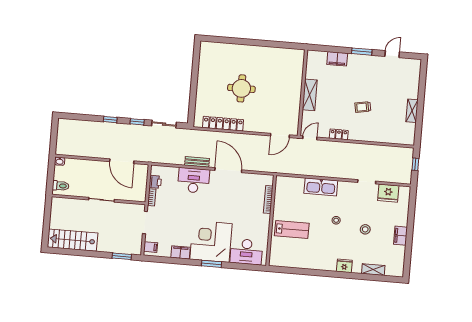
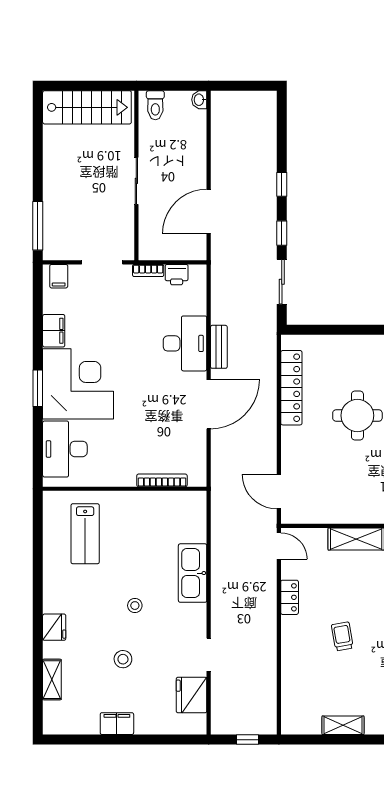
lab bench: (292, 230) -> (85, 534), moved
stairs: (73, 240) -> (87, 107), moved, turned 90
window: (122, 256) -> (38, 226), width x1.44

